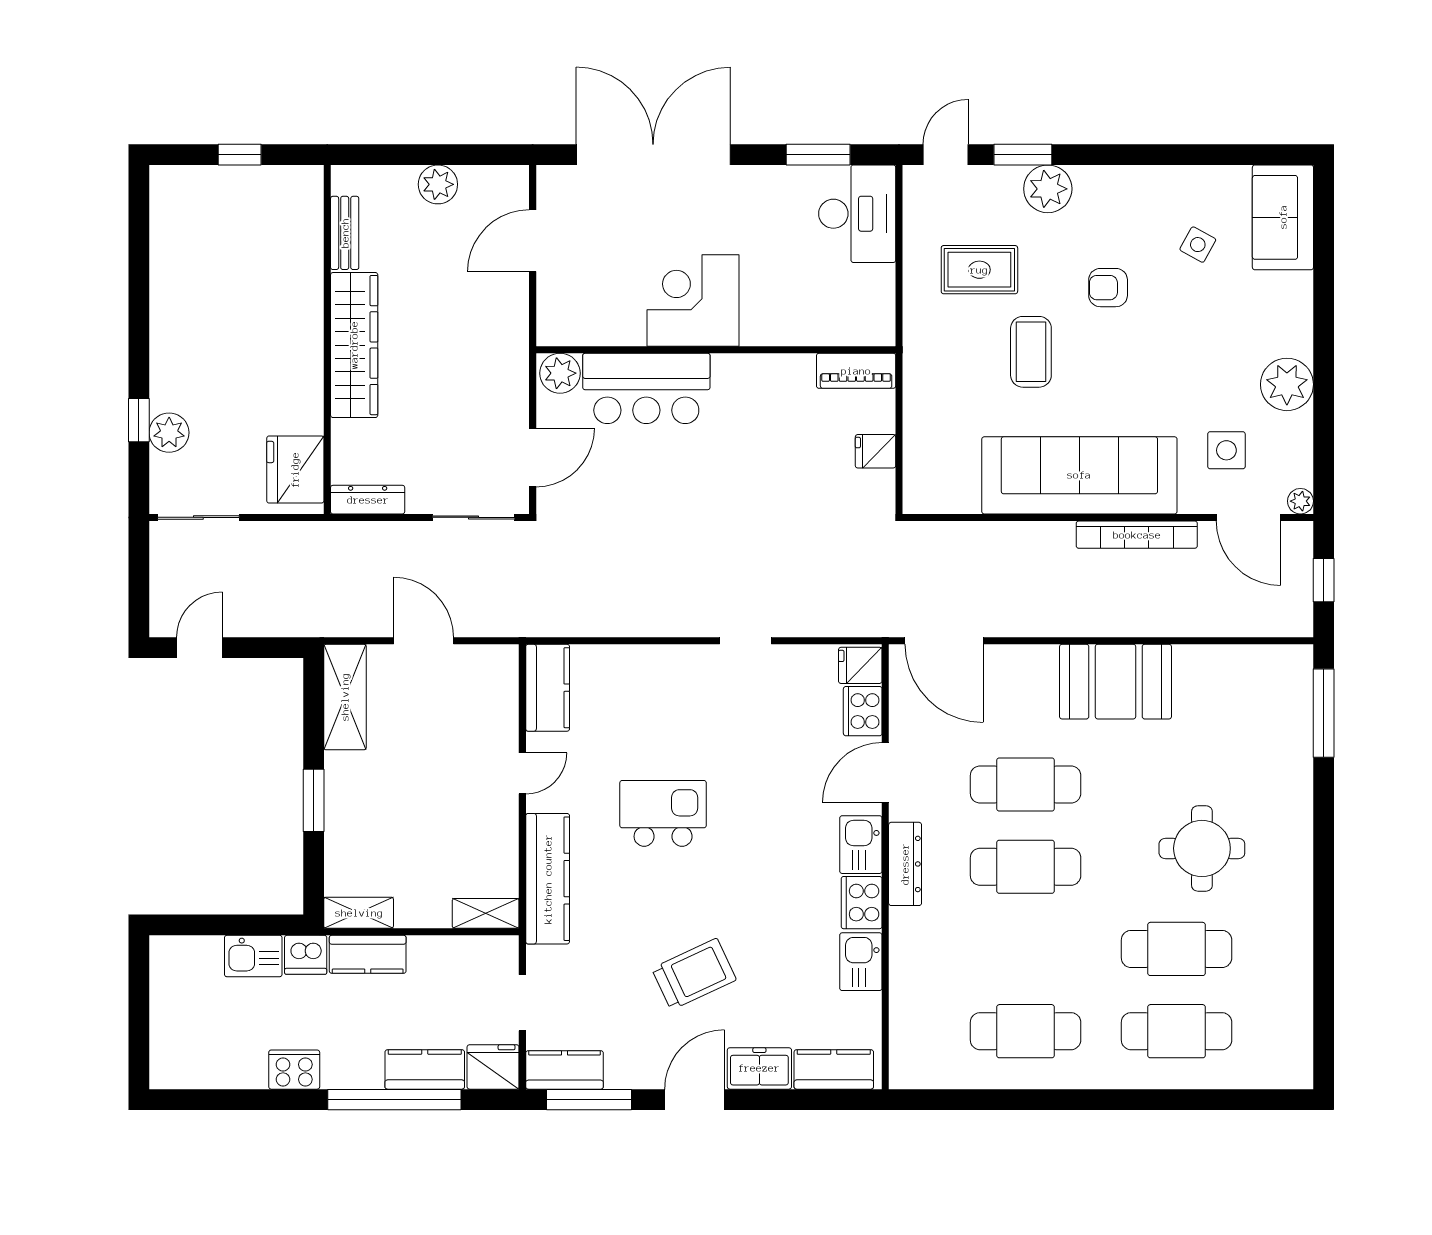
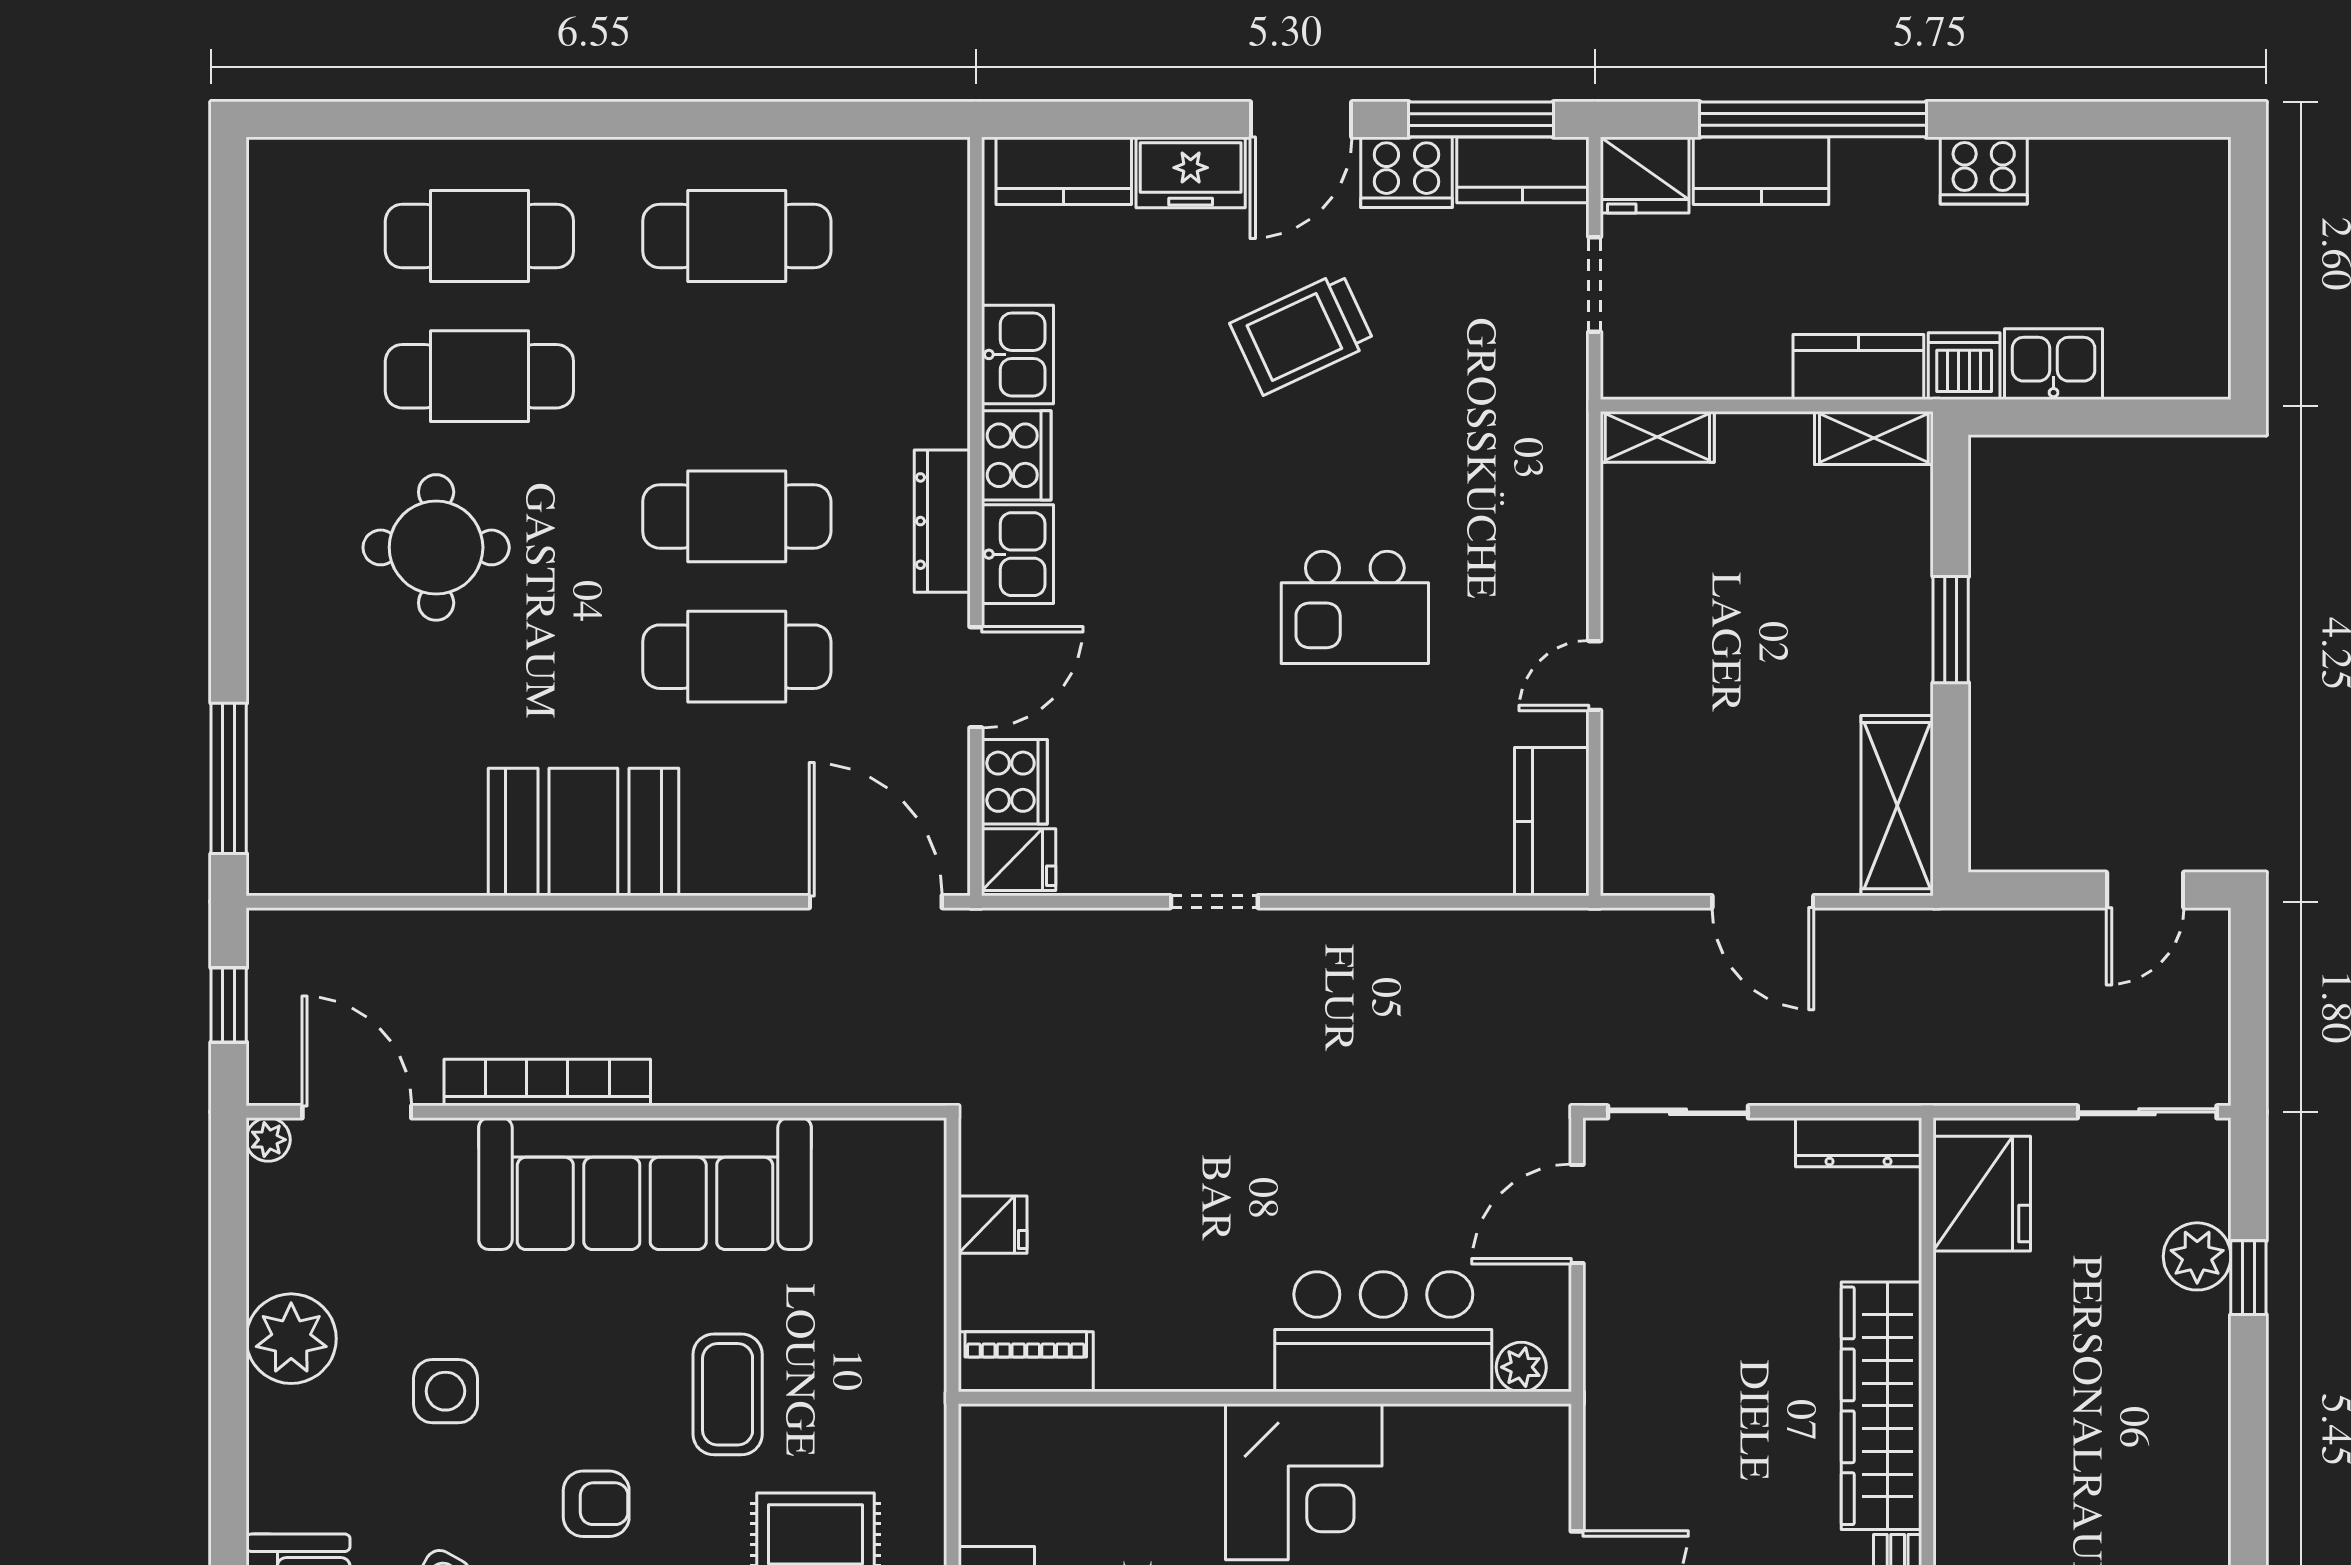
plant: (560, 373) -> (1521, 1367), width x0.73, depth x0.73
side table: (1226, 450) -> (445, 1391), moved
kitchen counter: (548, 879) -> (1552, 496), removed
cooker: (633, 1069) -> (1407, 172), added

